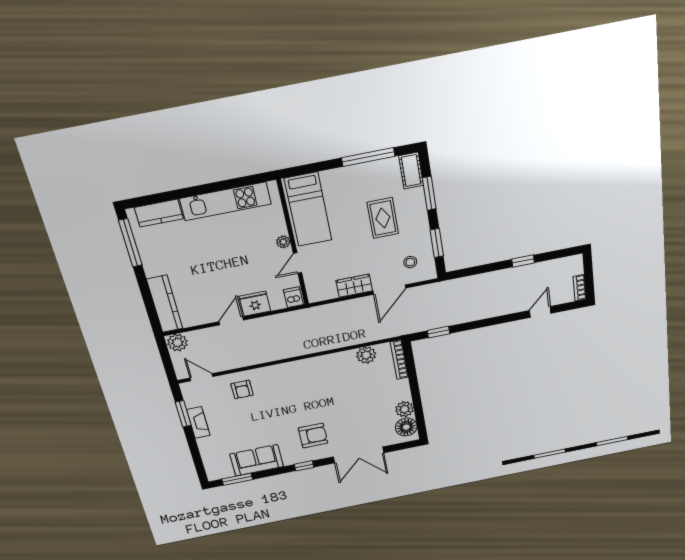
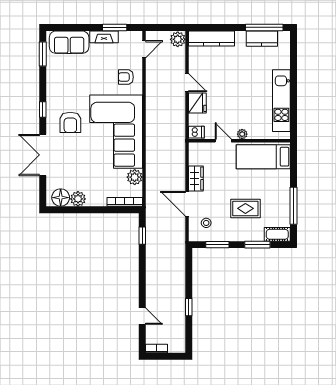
kitchen counter: (159, 213) -> (262, 39), moved, turned -90
corner sofa: (313, 386) -> (116, 132), added
sofa: (257, 460) -> (69, 42), moved, turned 90

